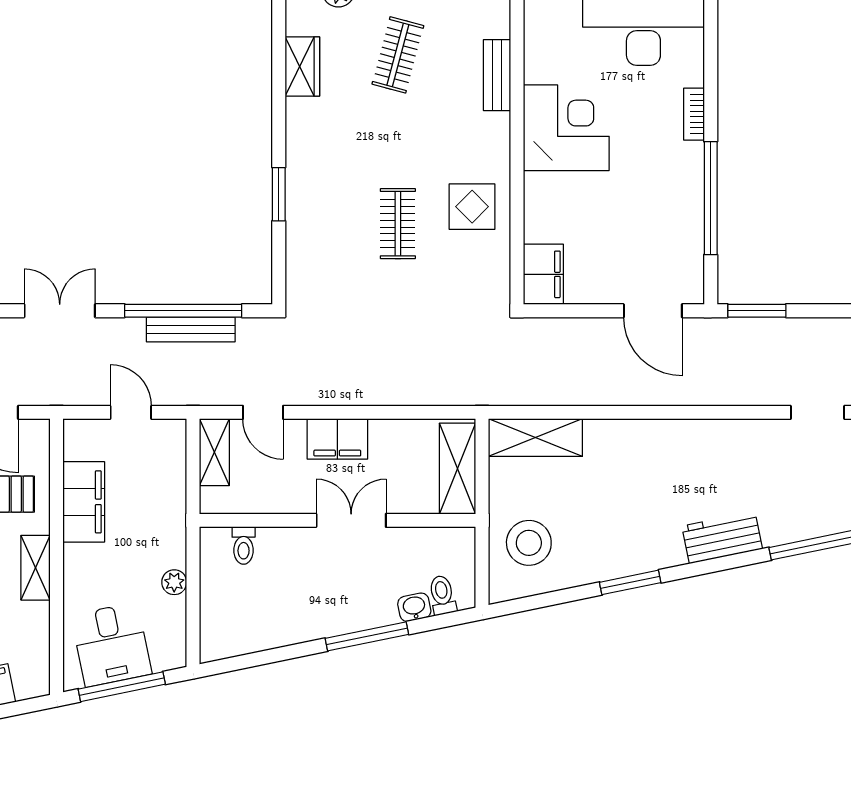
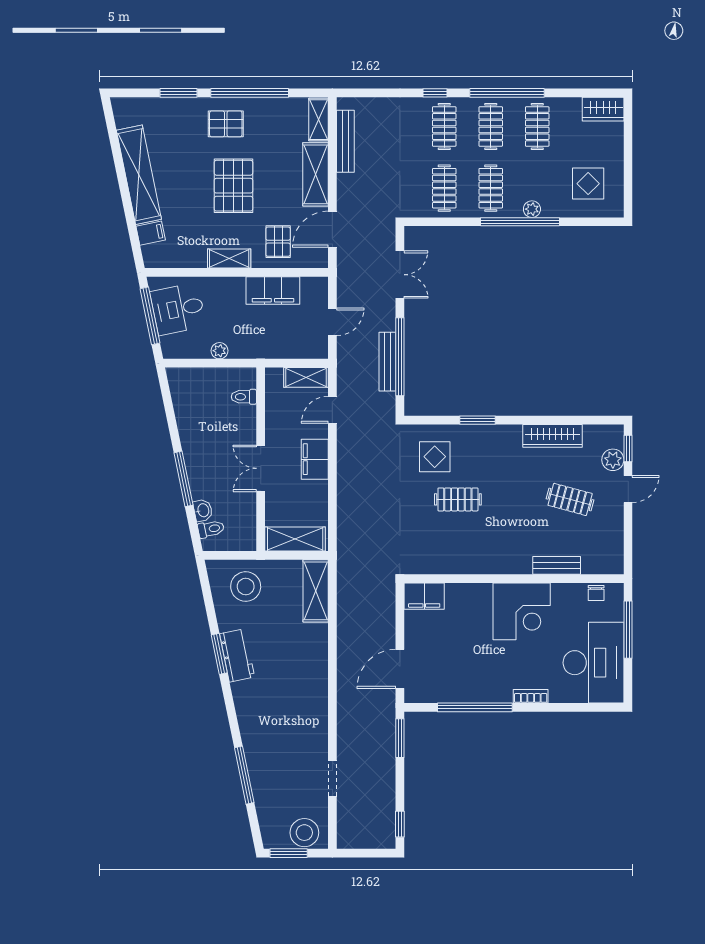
chair: (539, 16) -> (596, 593), added
wardrobe: (302, 67) -> (552, 436), width x1.50
display table: (472, 207) -> (435, 457), moved
double door: (351, 520) -> (261, 468), swing flipped
workbench: (722, 537) -> (237, 655), moved

